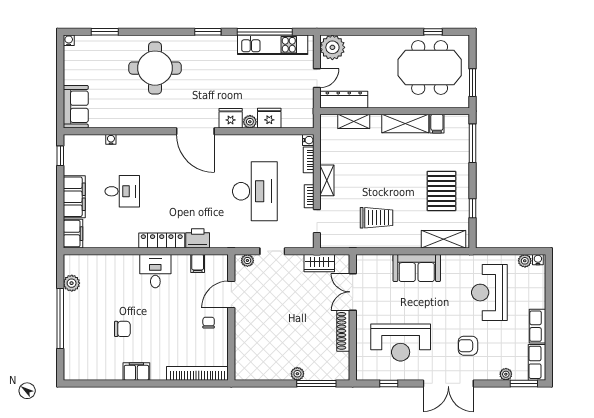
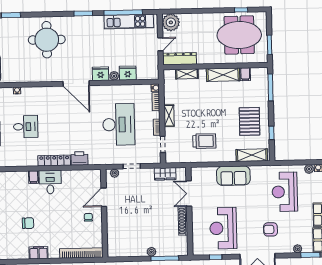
filing cabinet: (198, 263) -> (33, 177), moved
reception desk: (401, 342) -> (223, 228), turned 90

